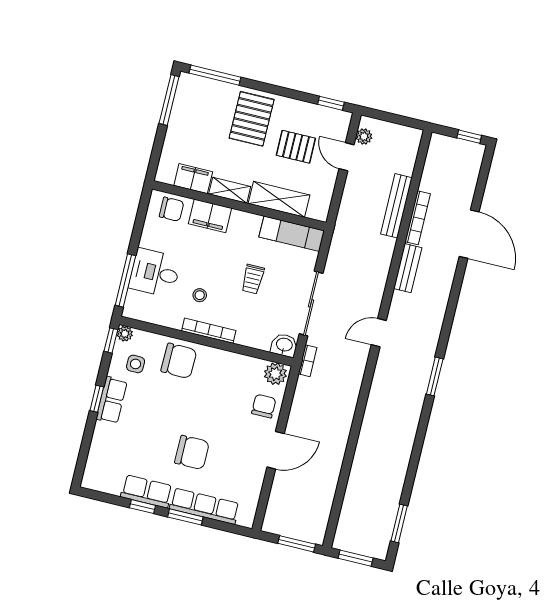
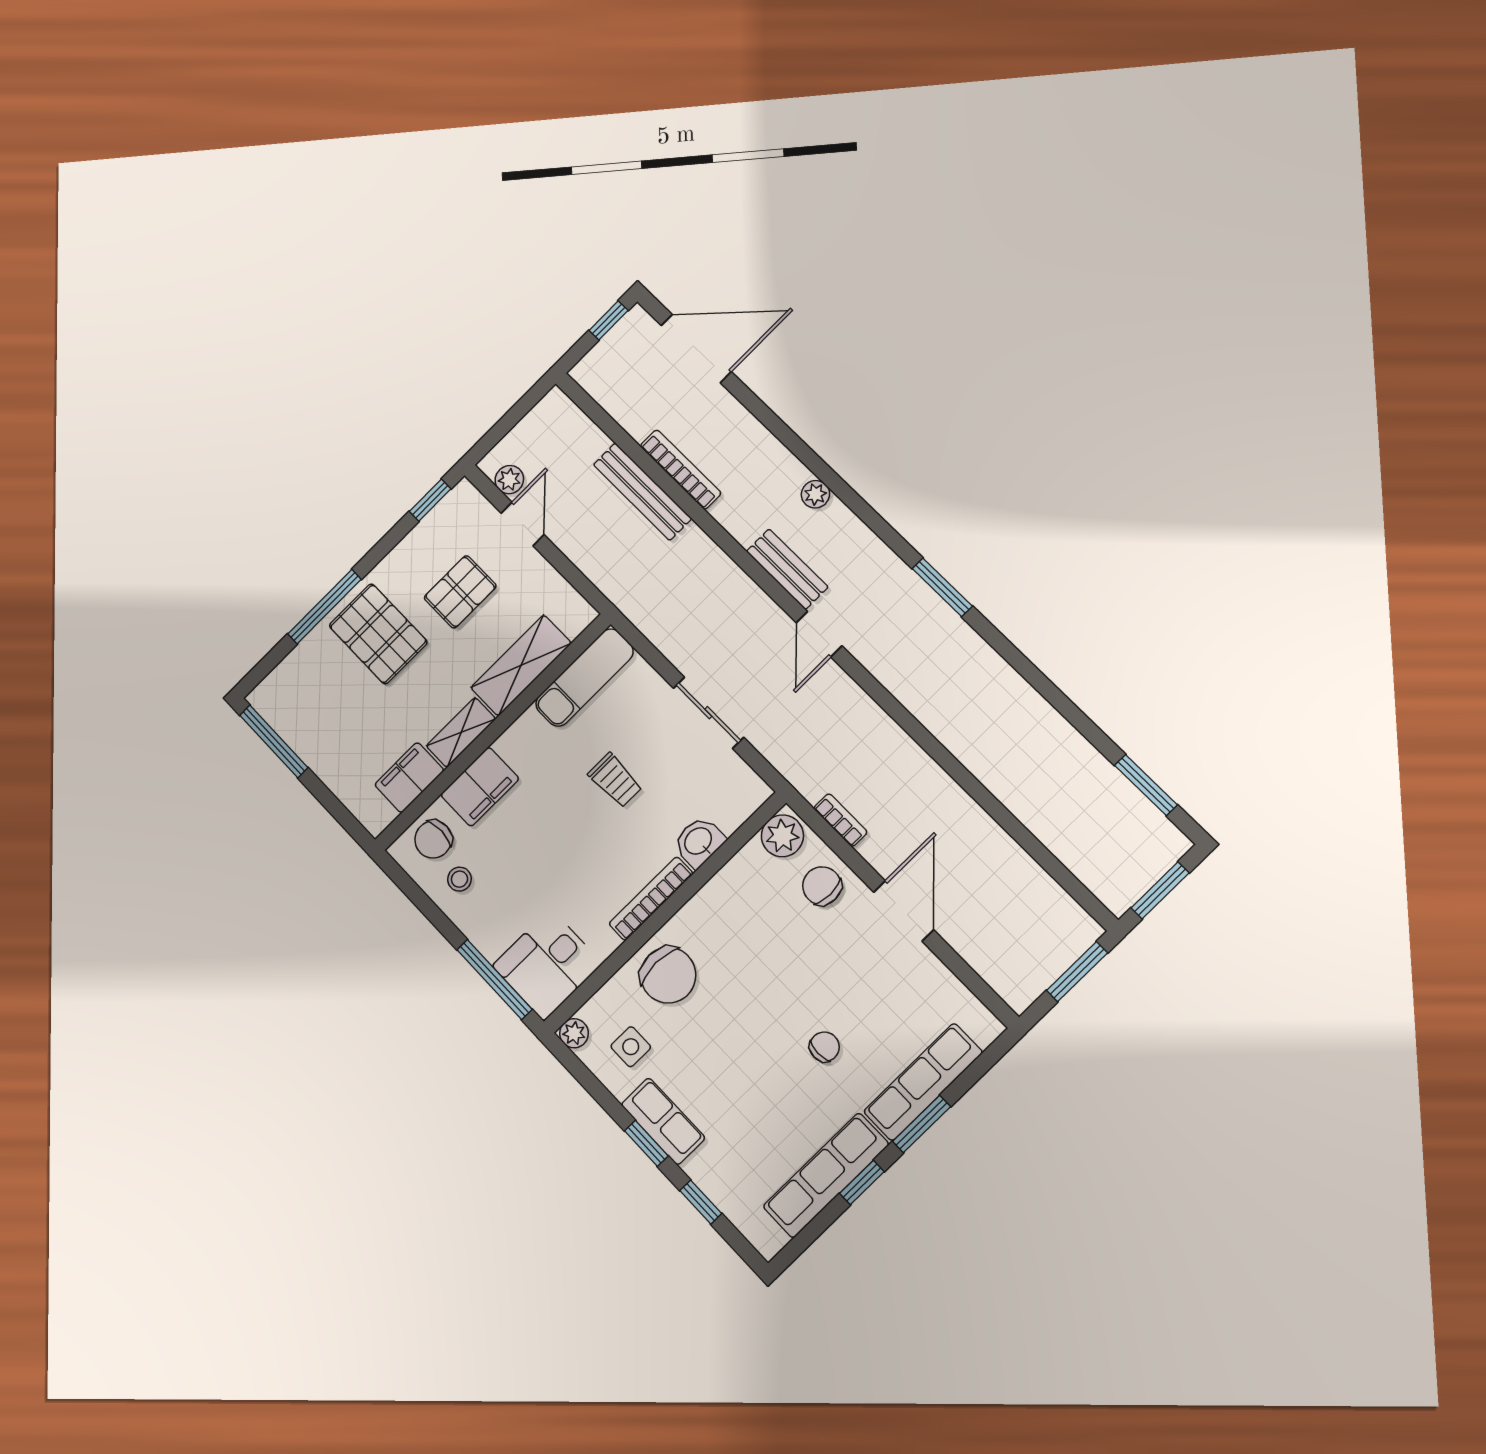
window: (215, 75) -> (324, 607), moved
door: (347, 157) -> (523, 524), swing flipped
chair: (172, 209) -> (433, 839), turned 180
door: (469, 234) -> (696, 348), moved
bench: (408, 268) -> (787, 569), moved
desk: (155, 273) -> (547, 964), moved
plant: (444, 290) -> (815, 494), added
stool: (200, 295) -> (459, 879), moved
sliding door: (311, 303) -> (708, 713), width x0.73
window: (111, 340) -> (701, 1202), moved
washbasin: (284, 345) -> (699, 842), moved
chair: (179, 361) -> (668, 975), turned 89
bookcase: (308, 361) -> (840, 820), moved
chair: (192, 452) -> (824, 1047), width x0.54, depth x0.54
row of seats: (147, 491) -> (826, 1175), width x1.48

